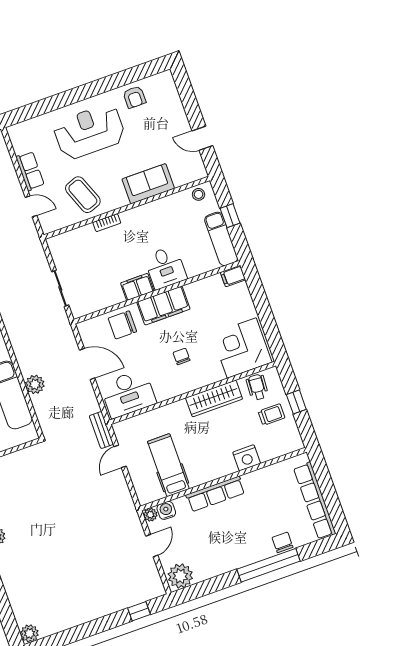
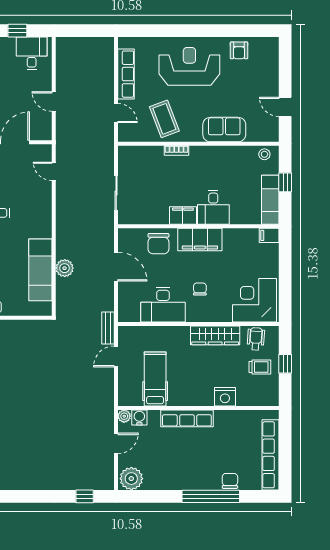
row of seats: (30, 171) -> (126, 74), width x1.48
chair: (122, 325) -> (158, 244), turned -90
desk: (128, 394) -> (163, 305), moved

